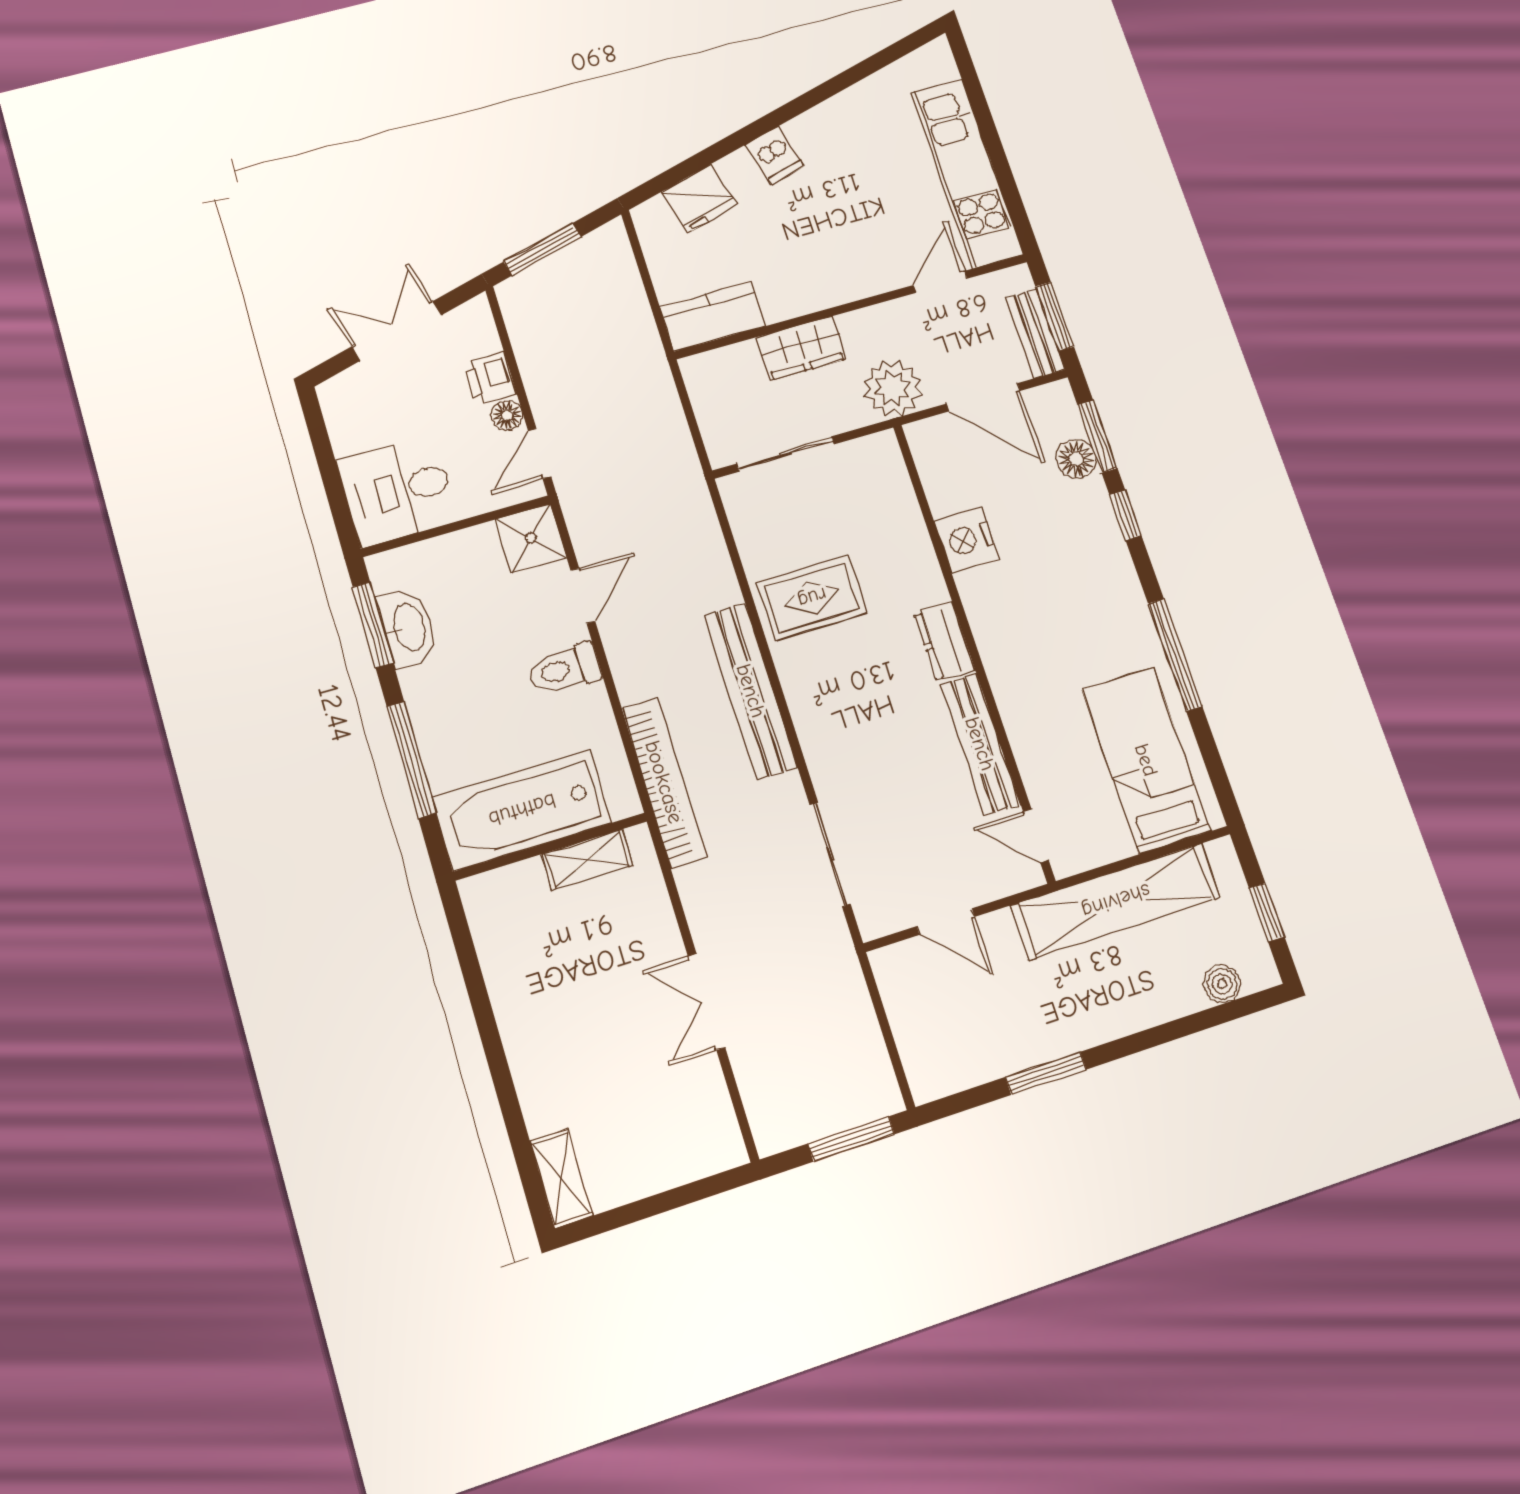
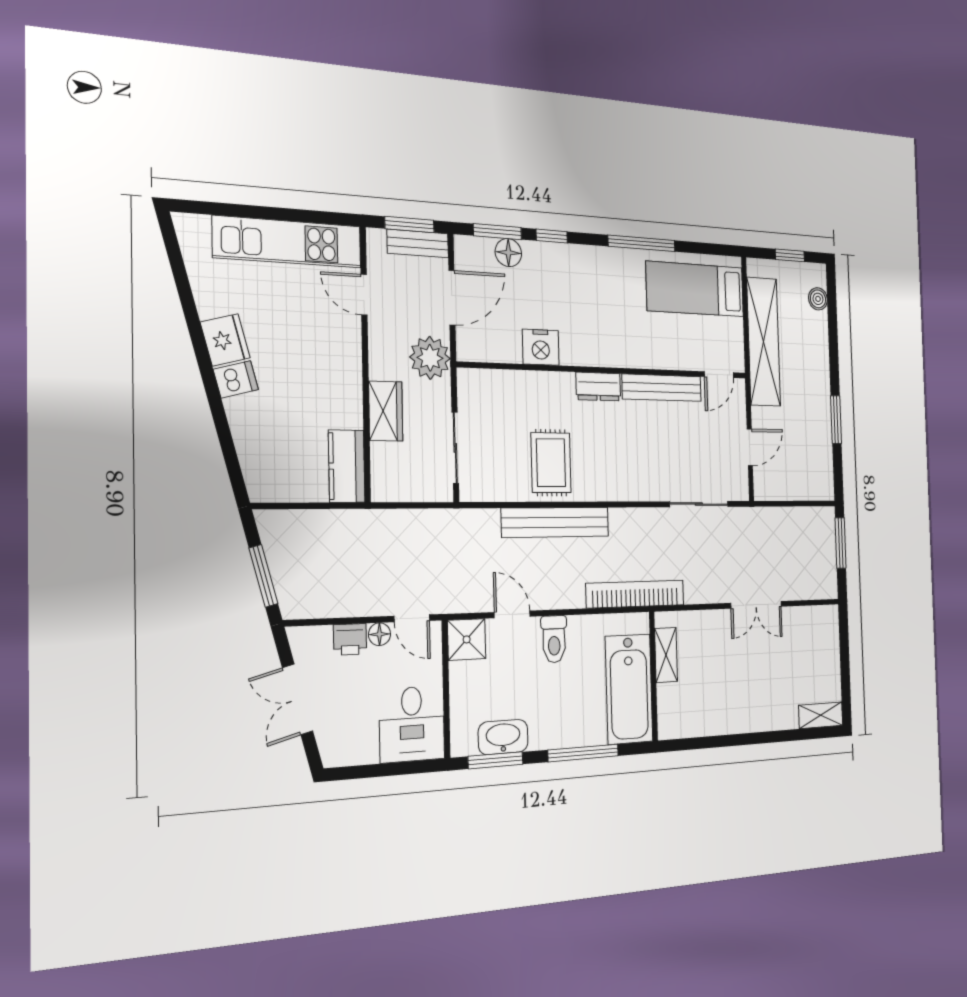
fridge: (699, 198) -> (225, 340), moved
bench: (751, 691) -> (555, 522), moved

